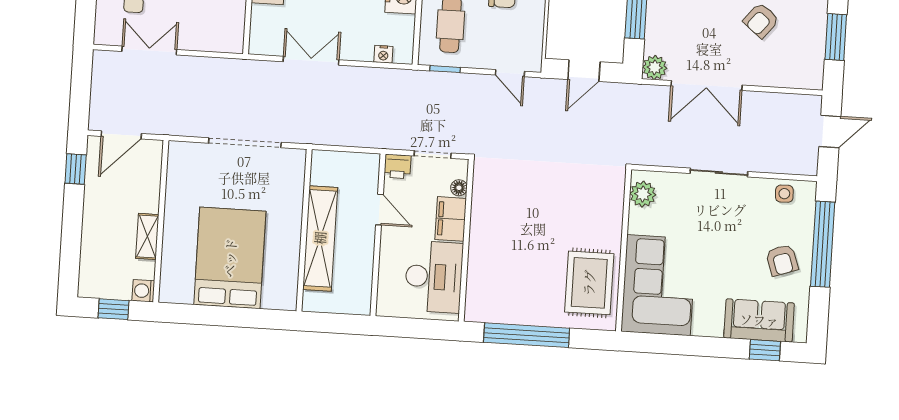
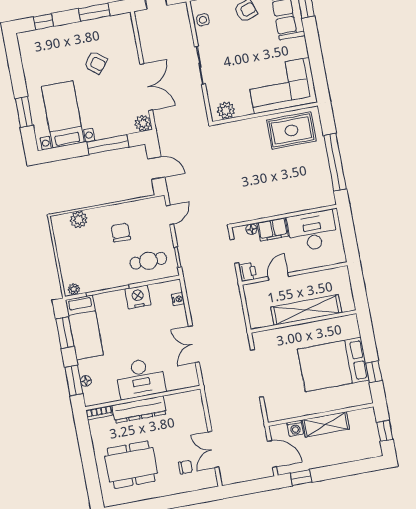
shelving: (147, 236) -> (326, 424), width x1.50, depth x1.33
washing machine: (143, 291) -> (295, 428), moved
window: (204, 315) -> (374, 372), added

